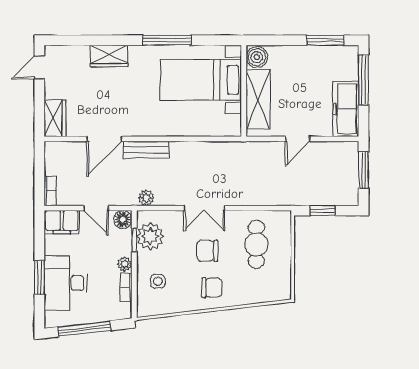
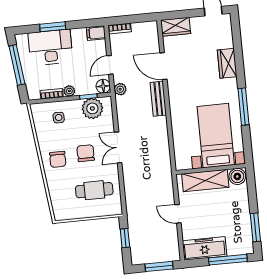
plant: (146, 198) -> (120, 89), moved
filing cabinet: (62, 222) -> (96, 33), width x0.50

